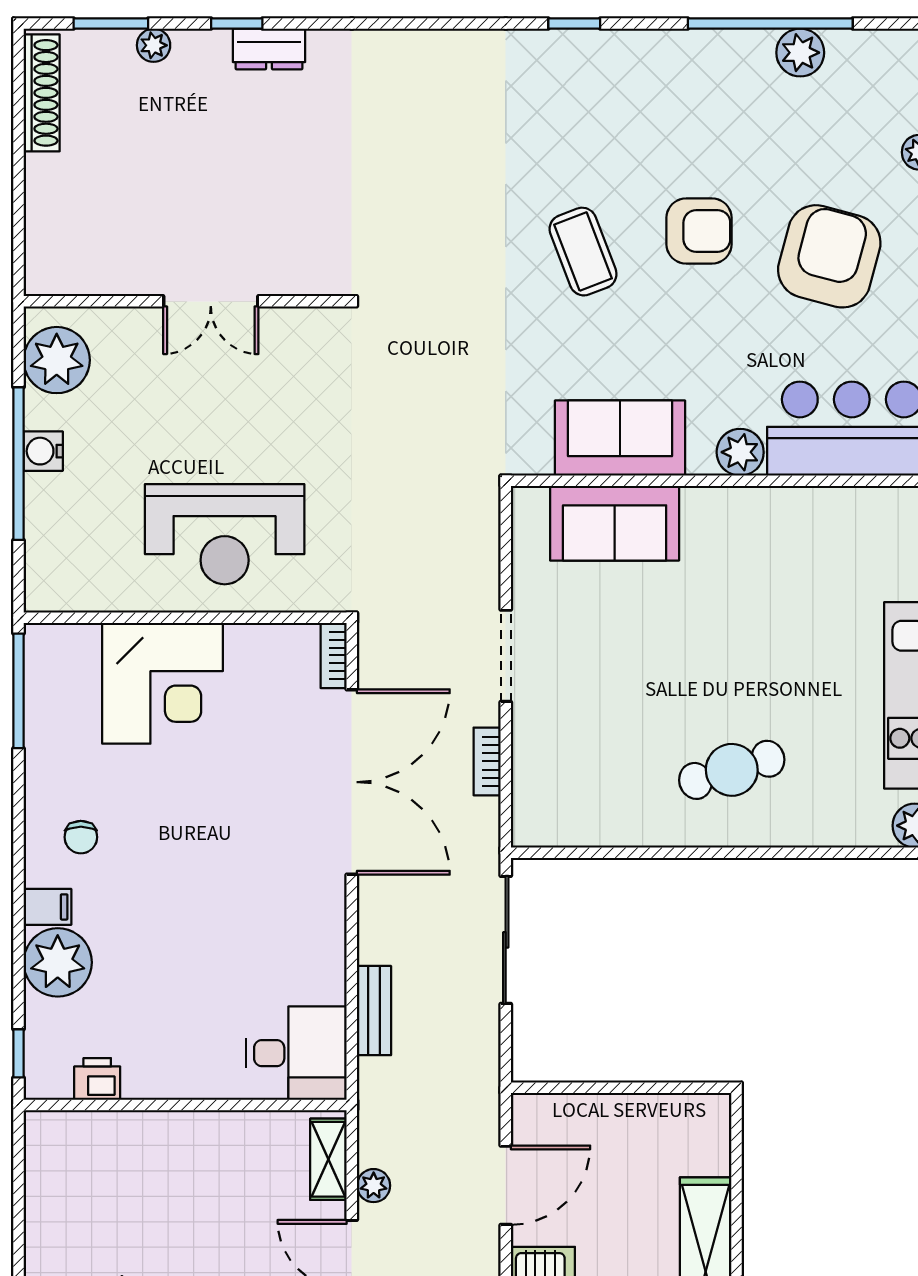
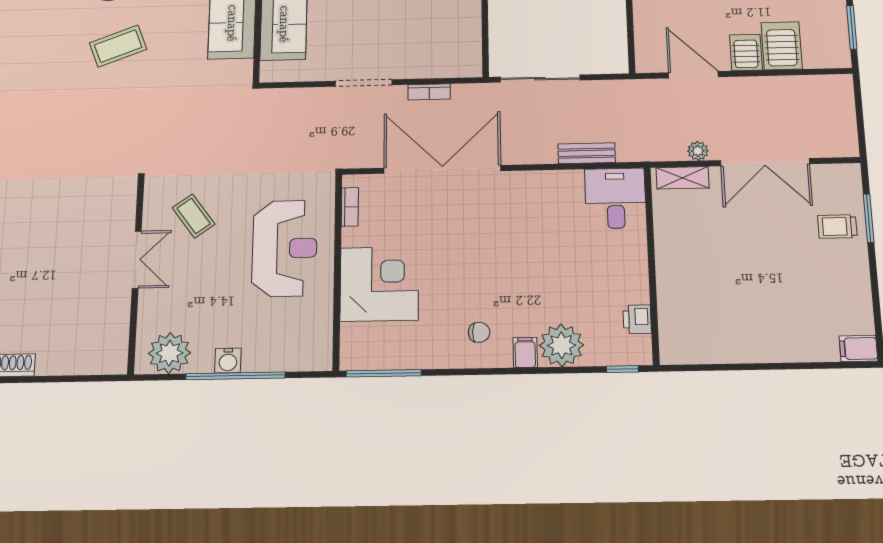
coffee table: (282, 388) -> (194, 216), added
bookcase: (334, 655) -> (350, 207), moved, turned -90

